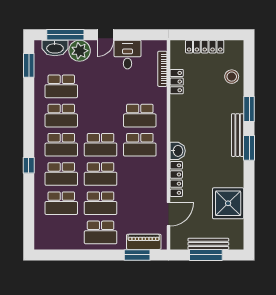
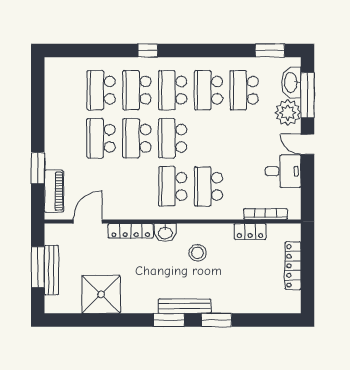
stool: (232, 77) -> (197, 253), moved
door: (169, 214) -> (88, 221), swing flipped
school desk: (101, 232) -> (65, 138), removed
window: (137, 255) -> (38, 168), moved

